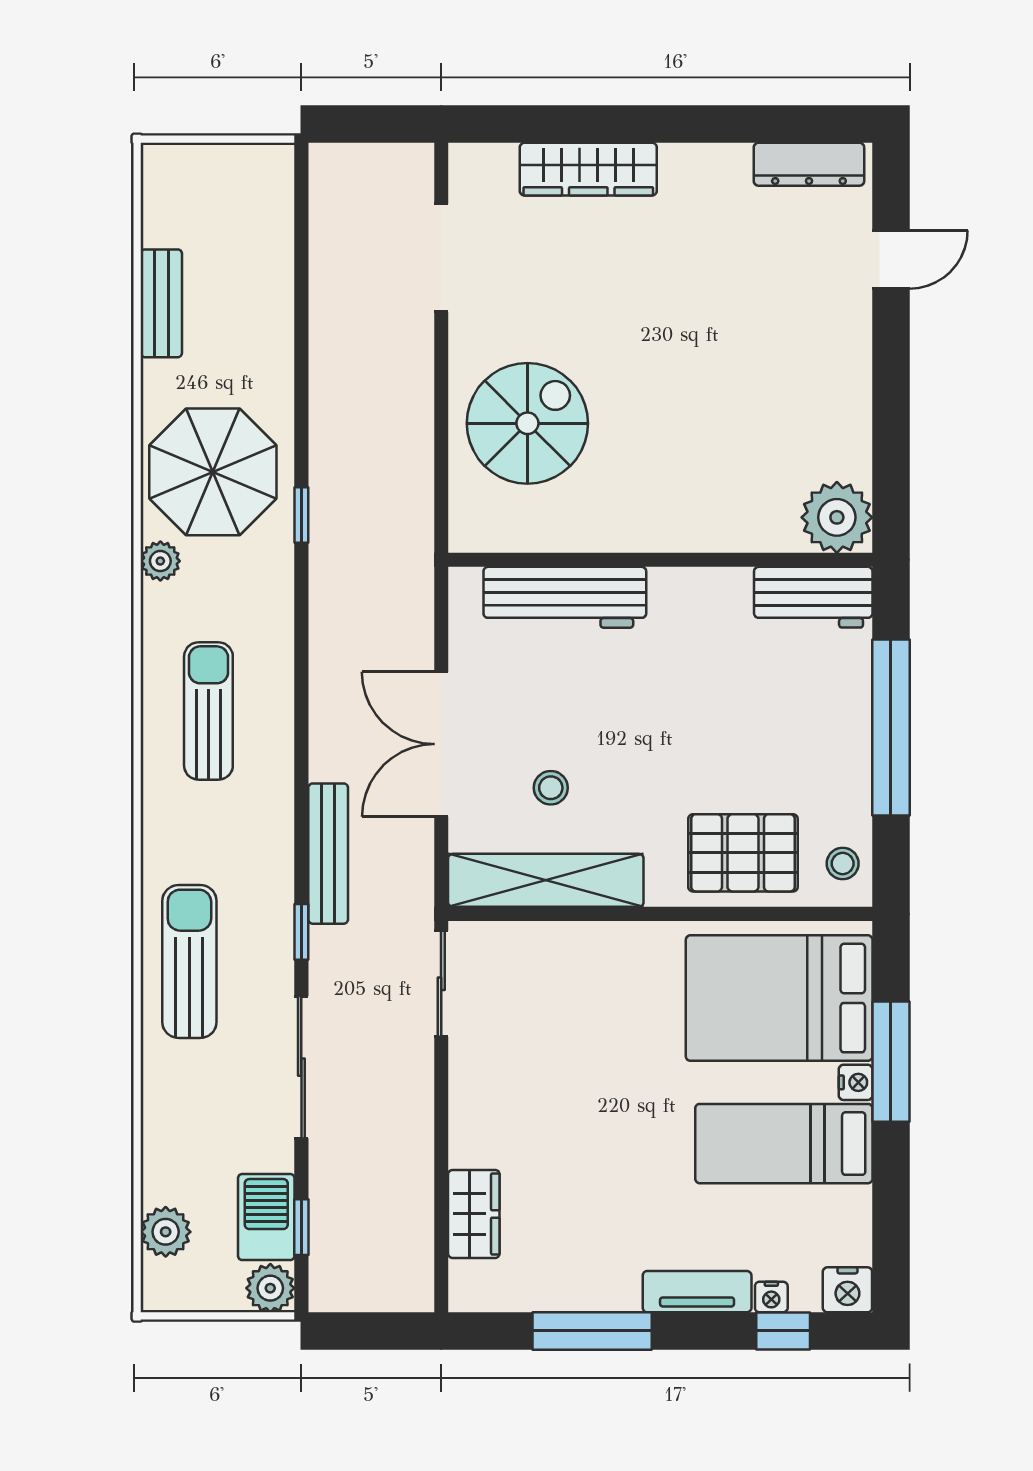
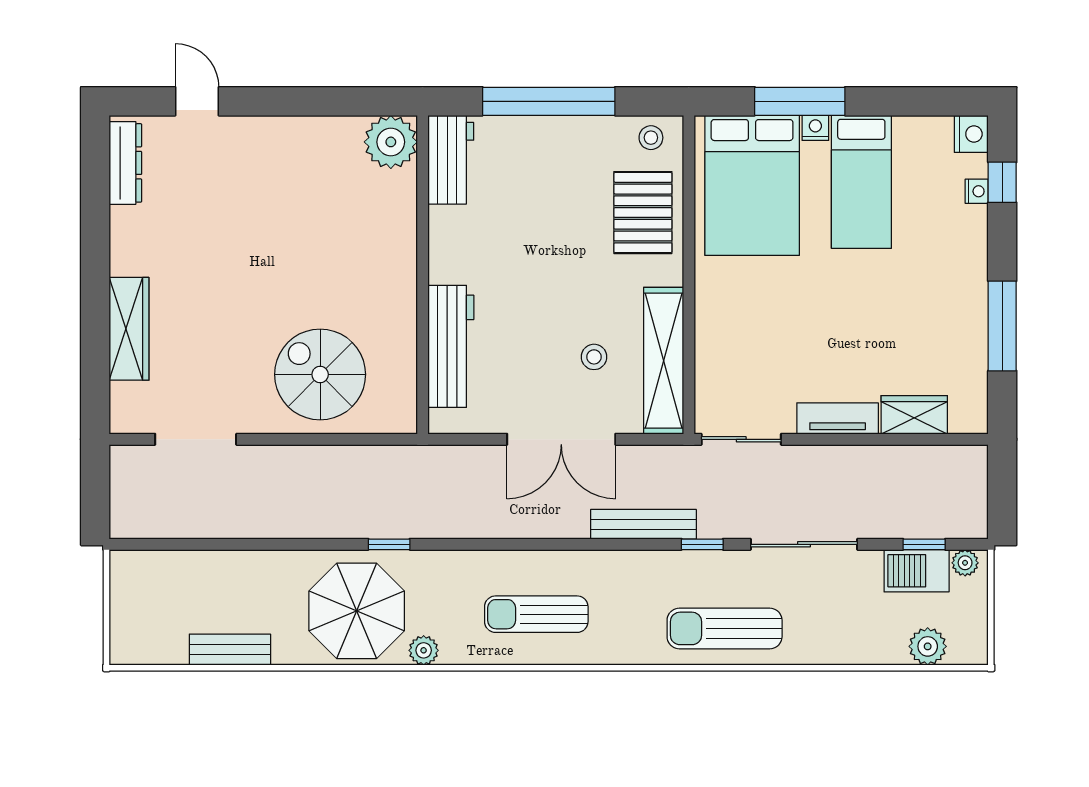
plant: (270, 1288) -> (965, 563), width x0.73, depth x0.73
tv unit: (697, 1292) -> (838, 418), moved, turned 90

